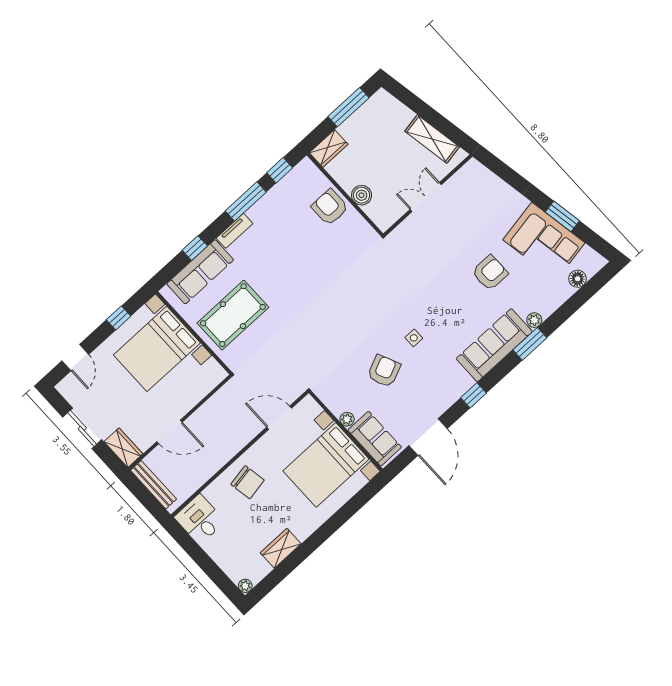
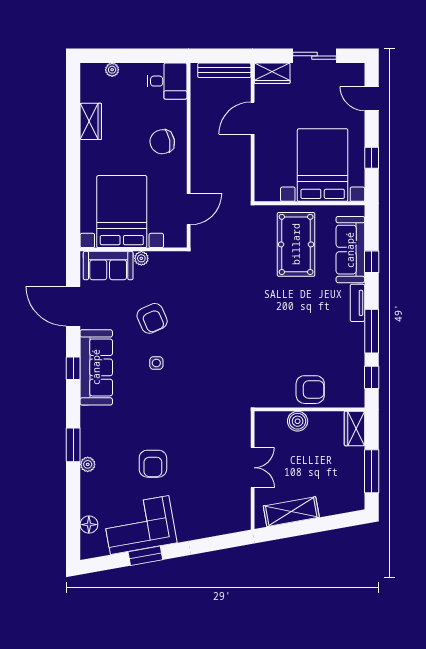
sofa: (494, 345) -> (96, 367), moved
plant: (245, 586) -> (112, 70), moved

